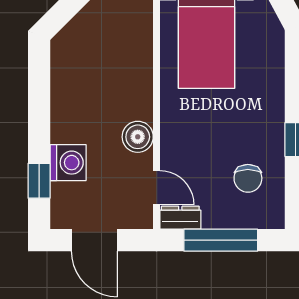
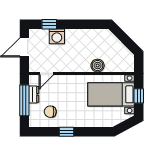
boiler: (138, 137) -> (98, 66), moved
dresser: (180, 218) -> (34, 94), moved

